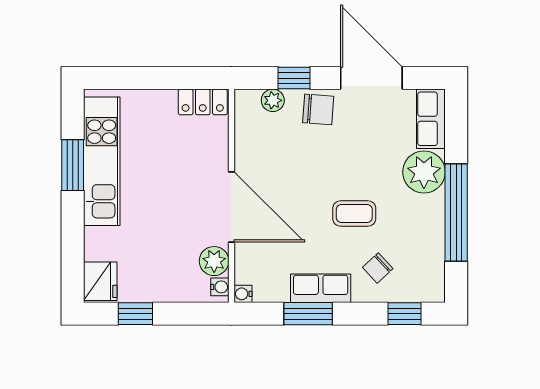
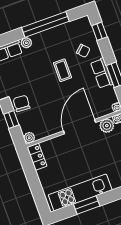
plant: (273, 100) -> (29, 138), moved
plant: (424, 172) -> (26, 43), width x0.53, depth x0.53

